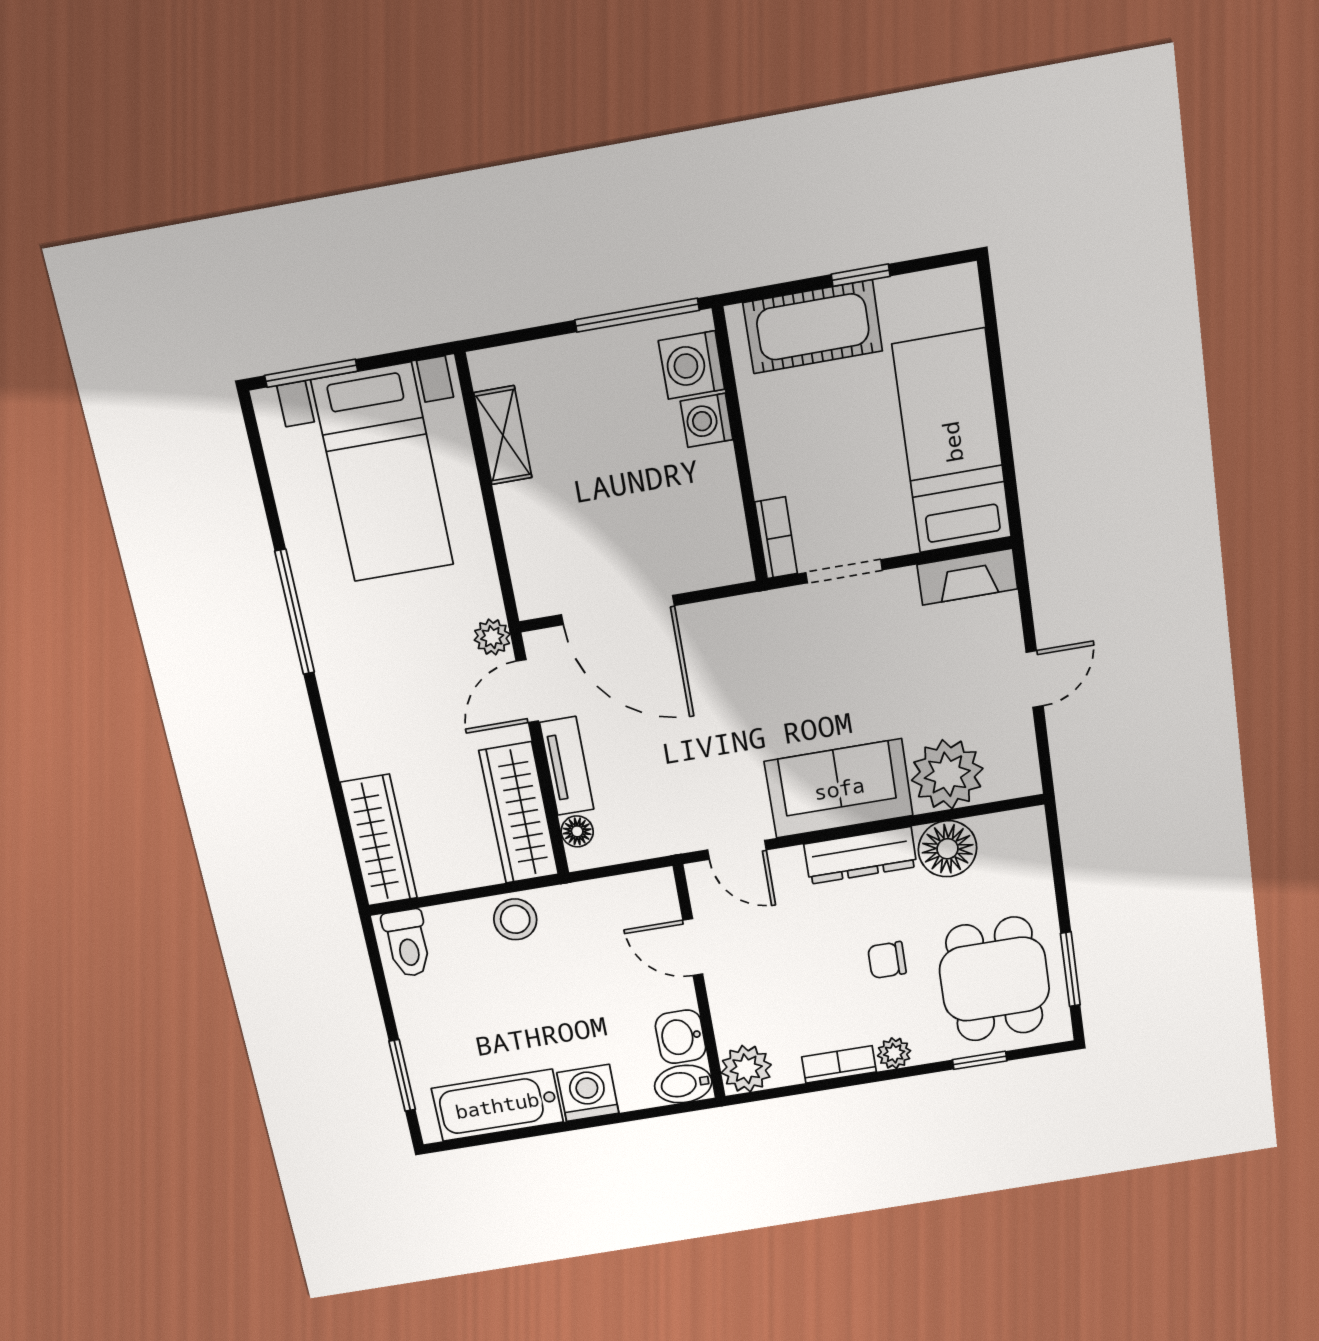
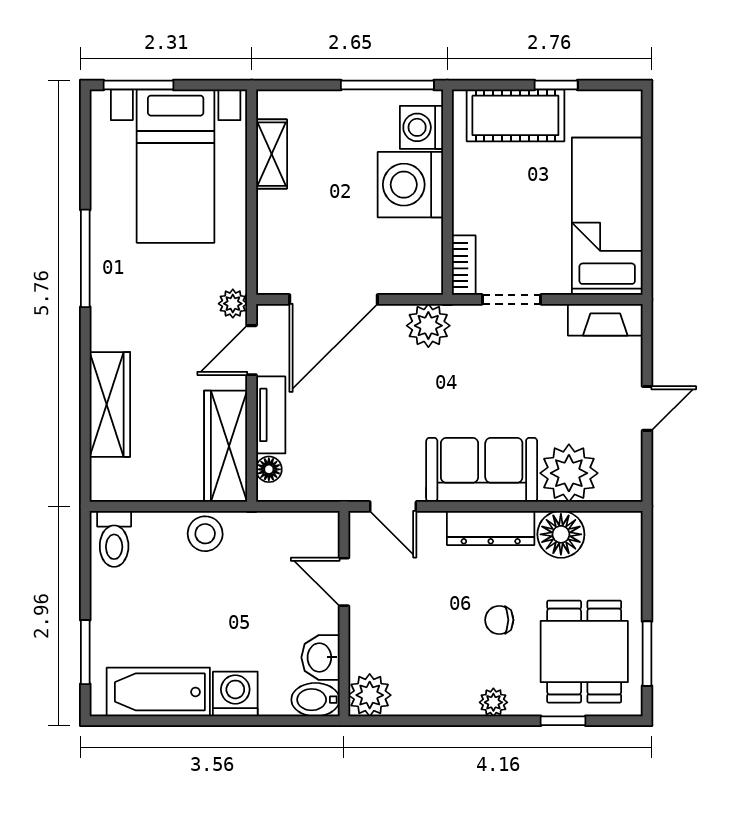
washing machine: (707, 420) -> (410, 185), width x1.89, depth x1.89
door: (618, 610) -> (333, 299), hinge flipped
plant: (743, 623) -> (428, 326), added
wardrobe: (379, 840) -> (110, 404), moved
bookcase: (839, 1064) -> (447, 704), removed

